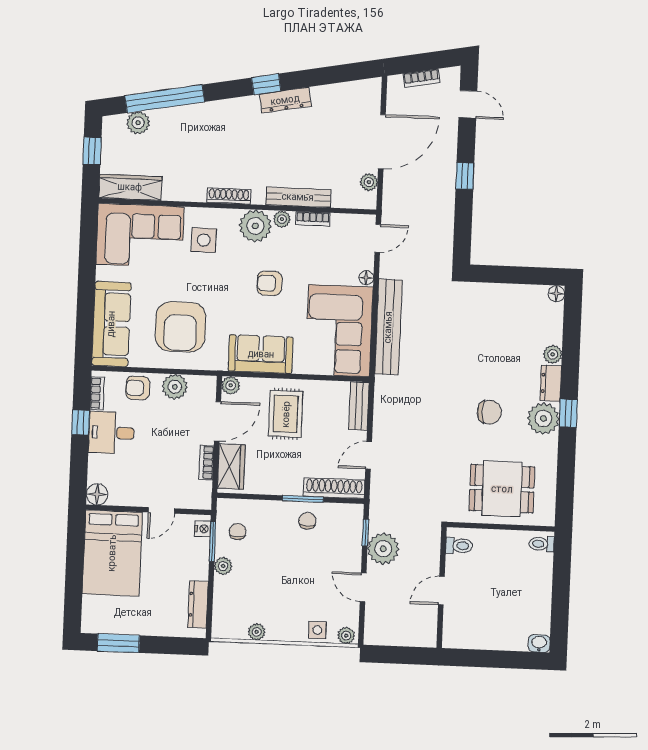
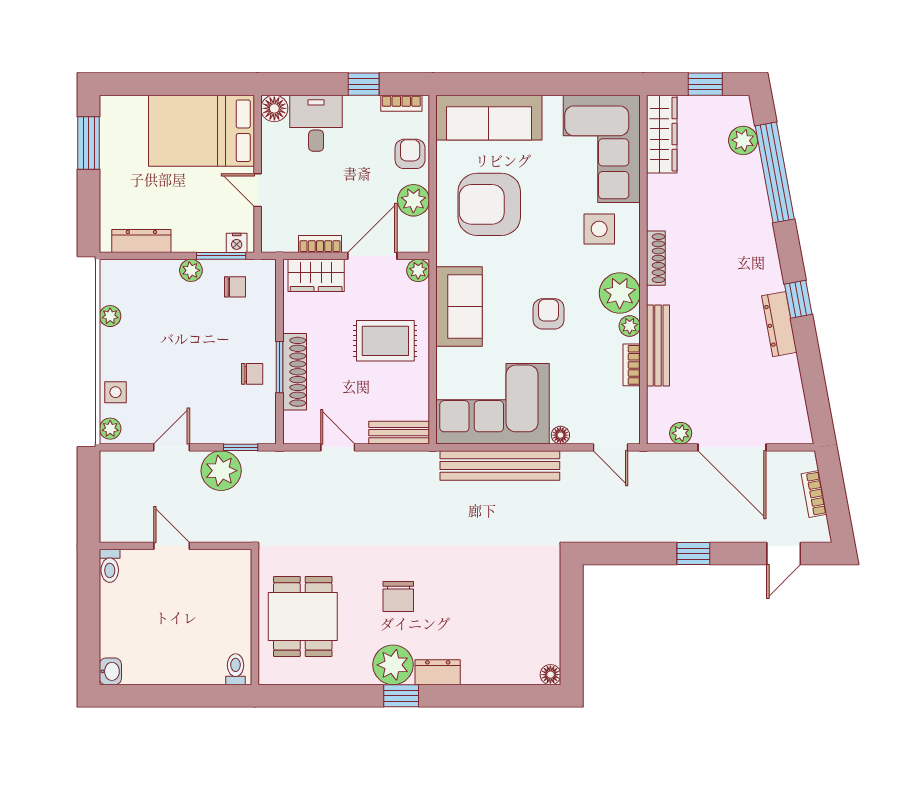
plant: (553, 354) -> (474, 673), removed
door: (218, 421) -> (372, 256), swing flipped
desk: (111, 433) -> (316, 123), moved
shoe rack: (334, 488) -> (295, 372), moved
toilet: (459, 546) -> (110, 566), moved

